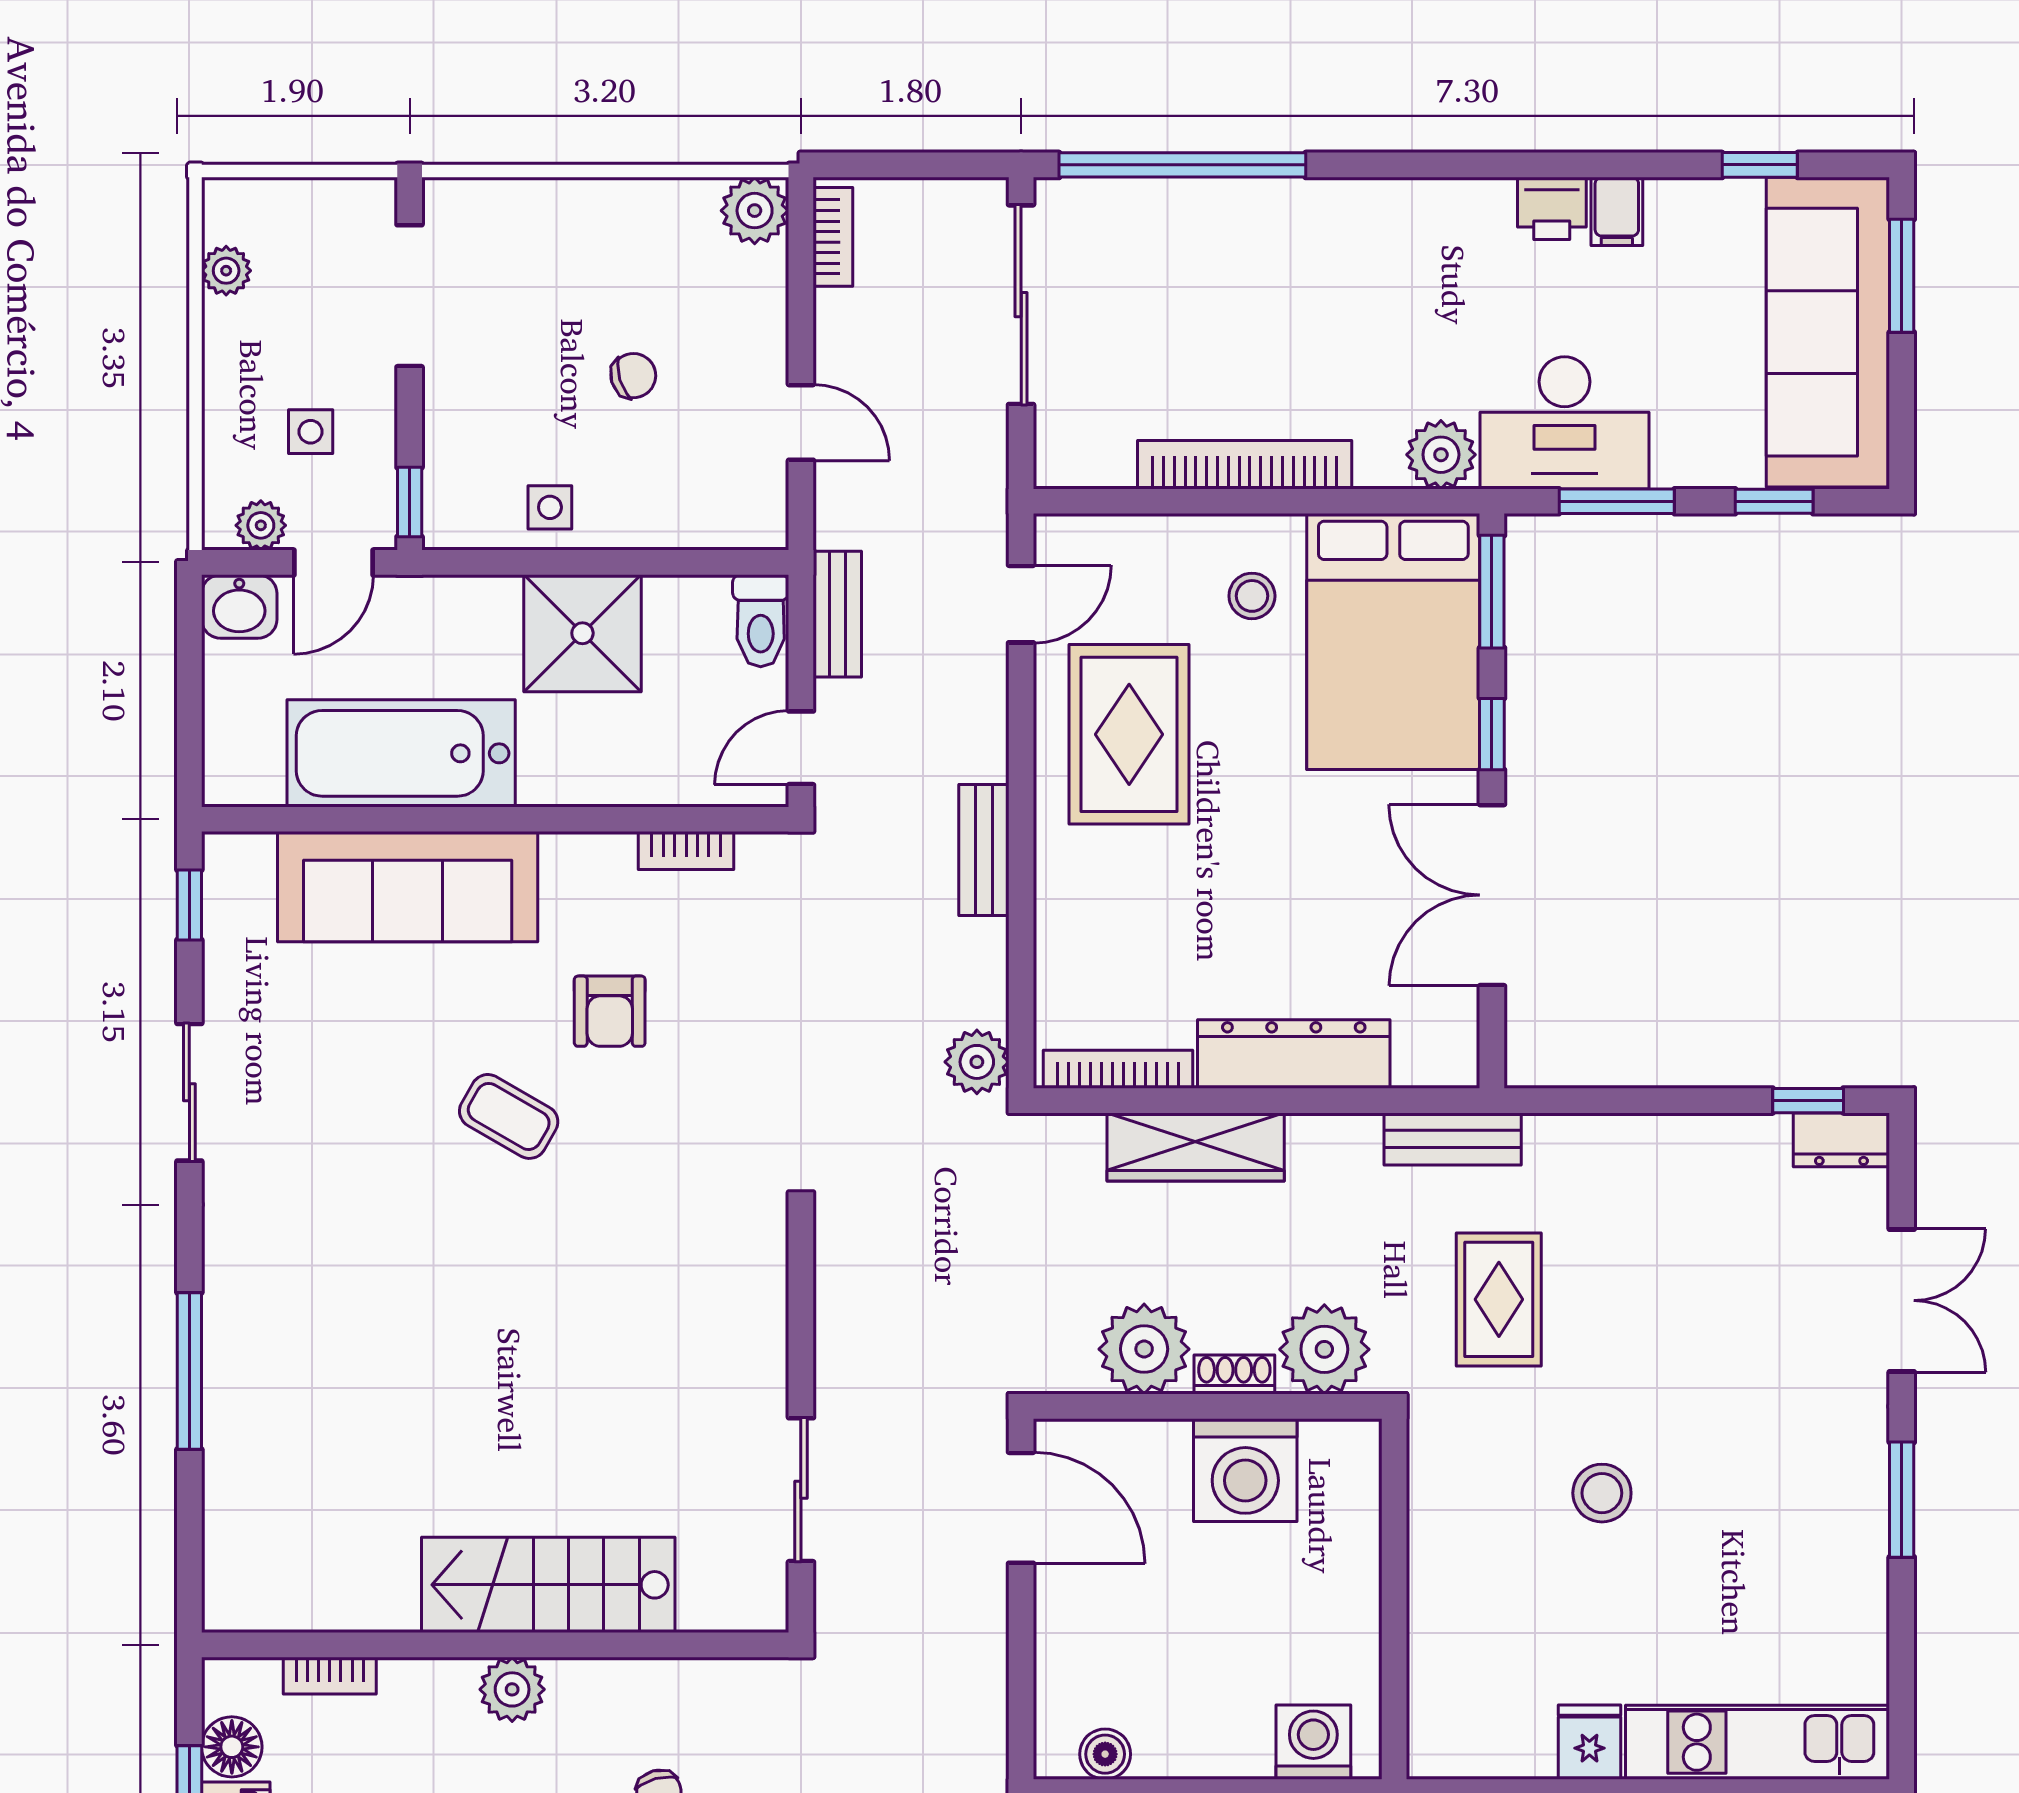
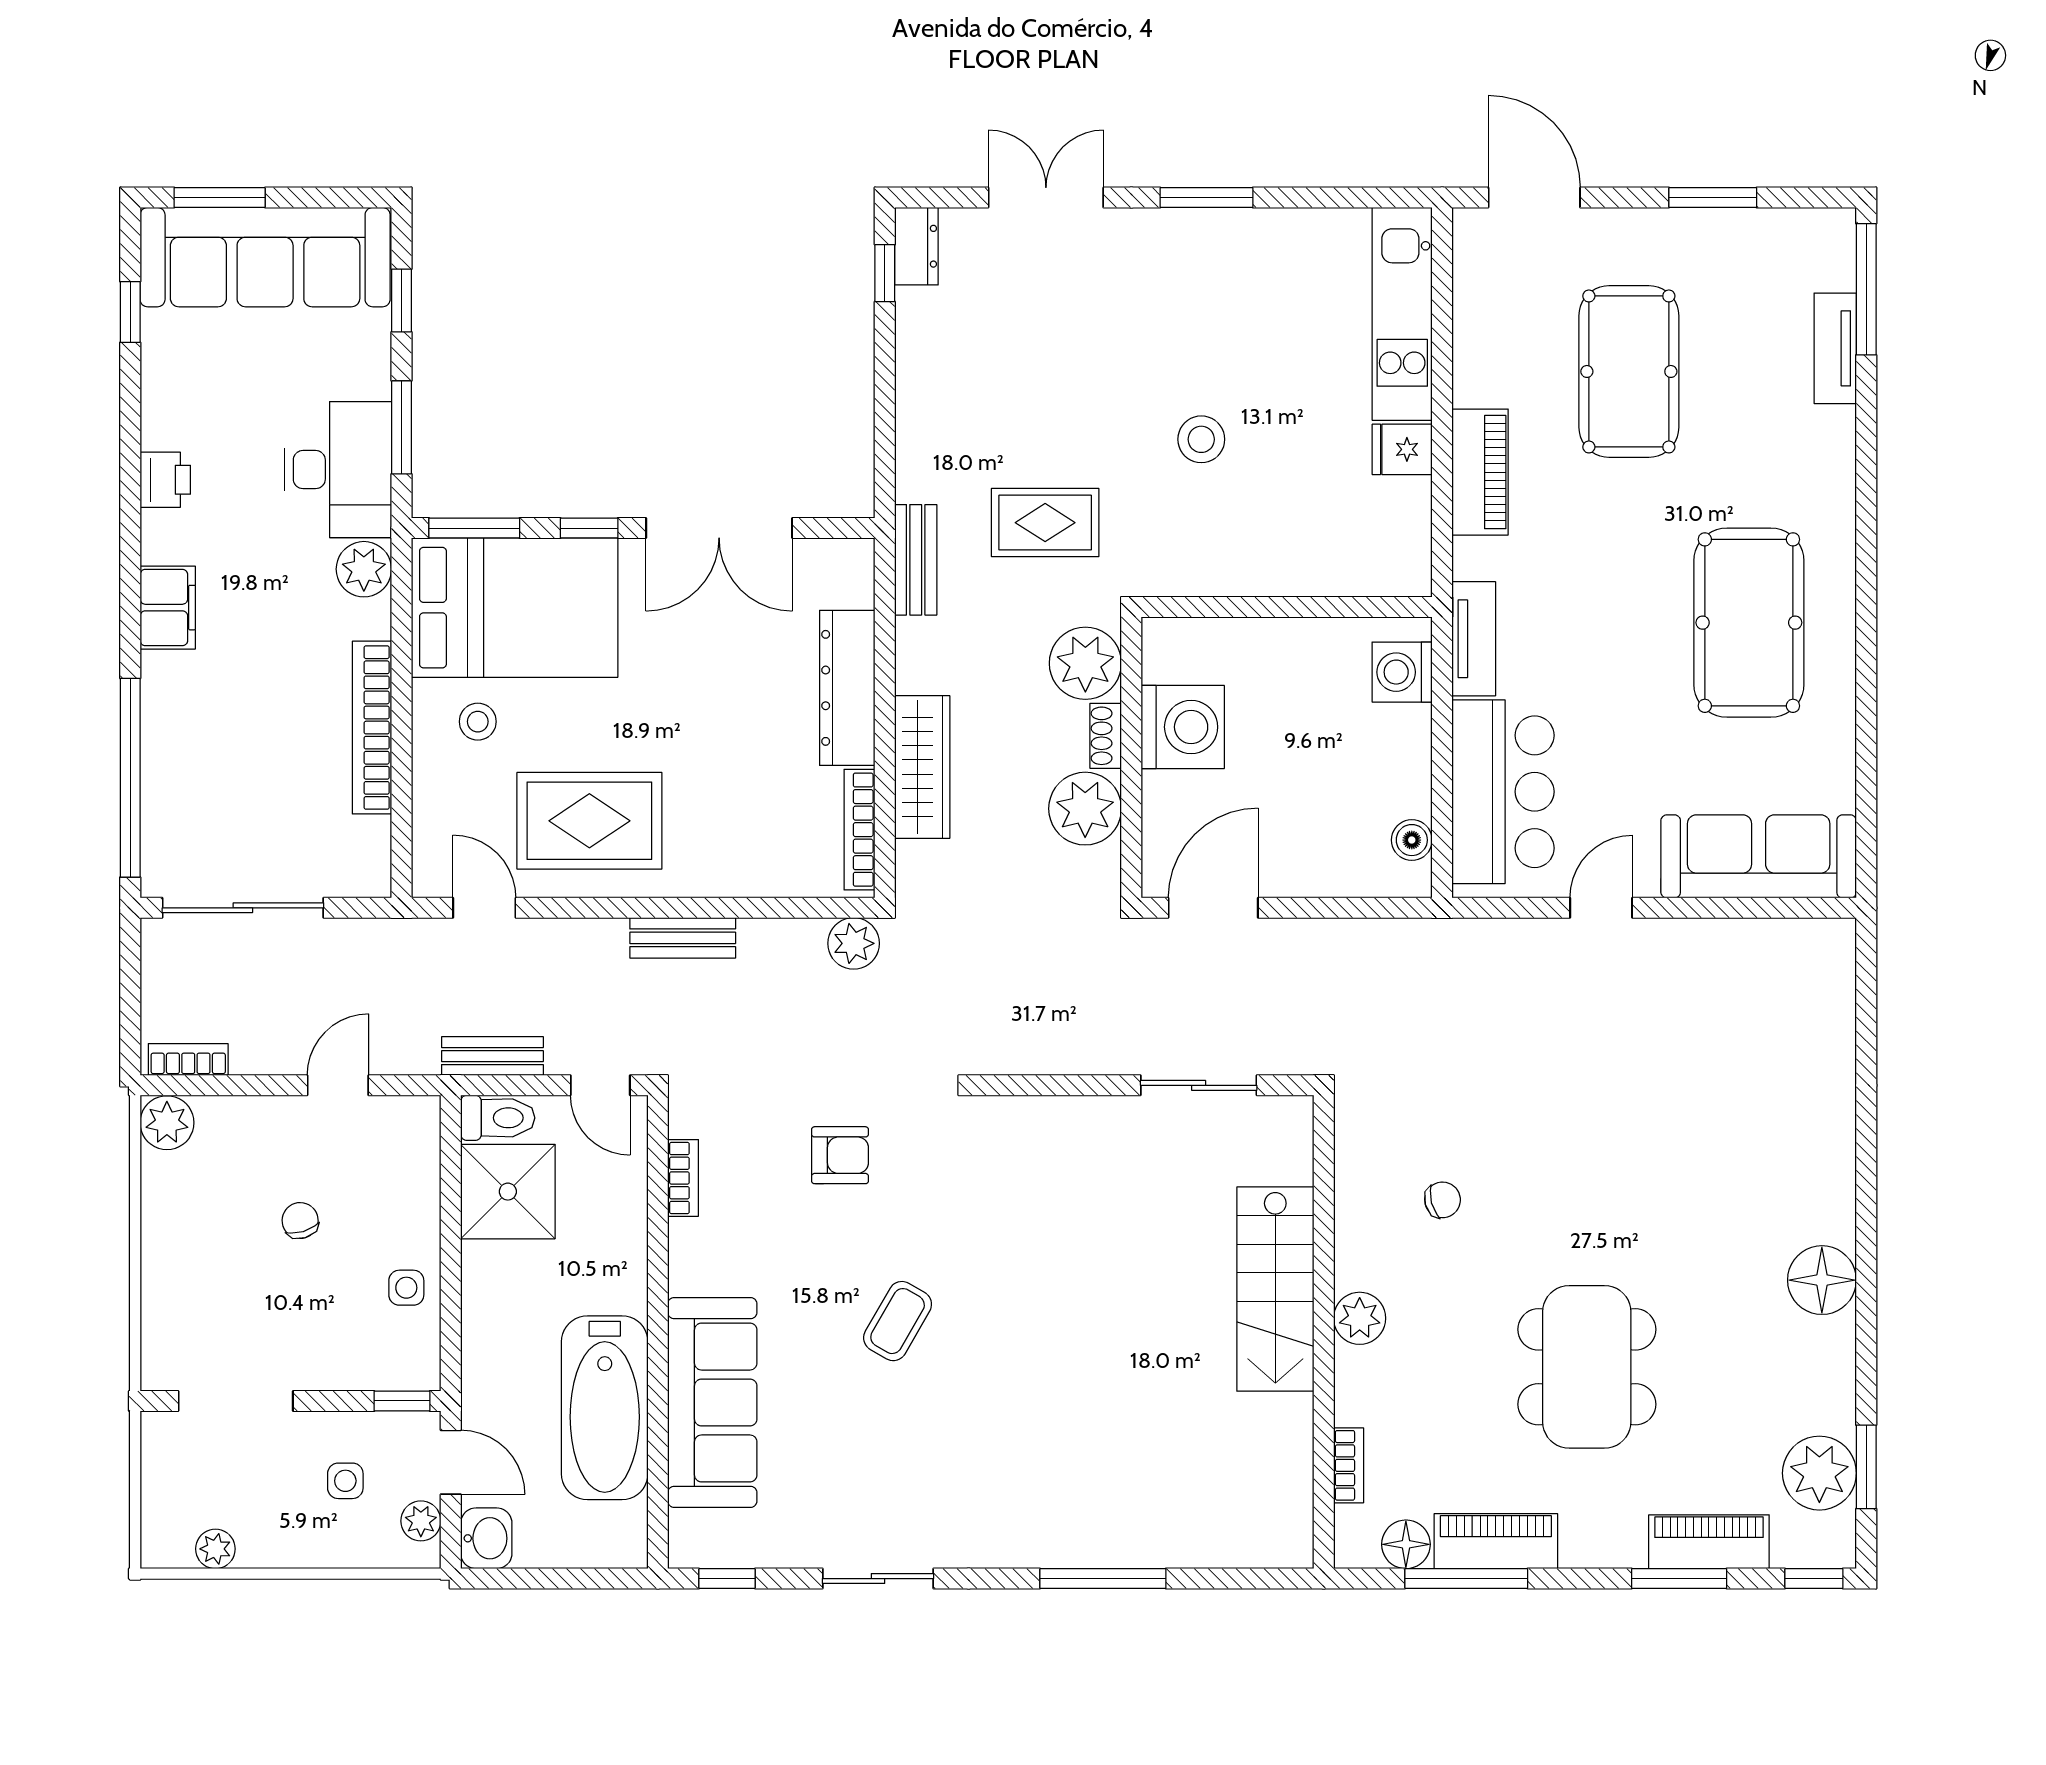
filing cabinet: (1617, 211) -> (168, 608), moved, width x2.00
shower: (582, 633) -> (508, 1192), moved
armchair: (610, 1011) -> (840, 1155), moved

